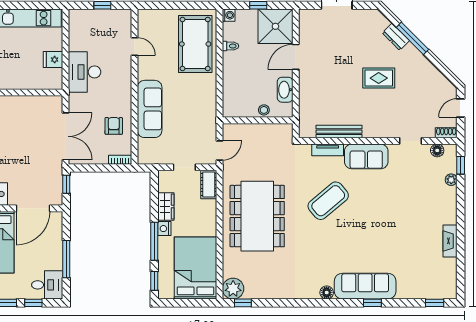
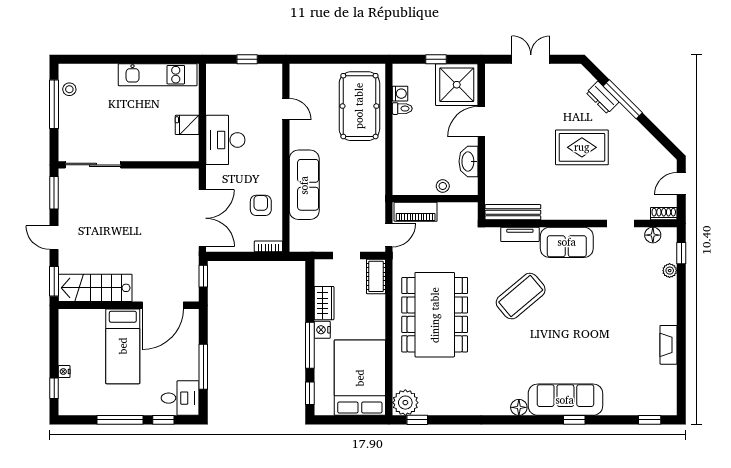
washing machine: (229, 15) -> (400, 94), moved
rug: (379, 78) -> (582, 147), width x1.36, depth x1.43
piano: (241, 131) -> (416, 212), added
bench: (339, 132) -> (513, 212), moved

